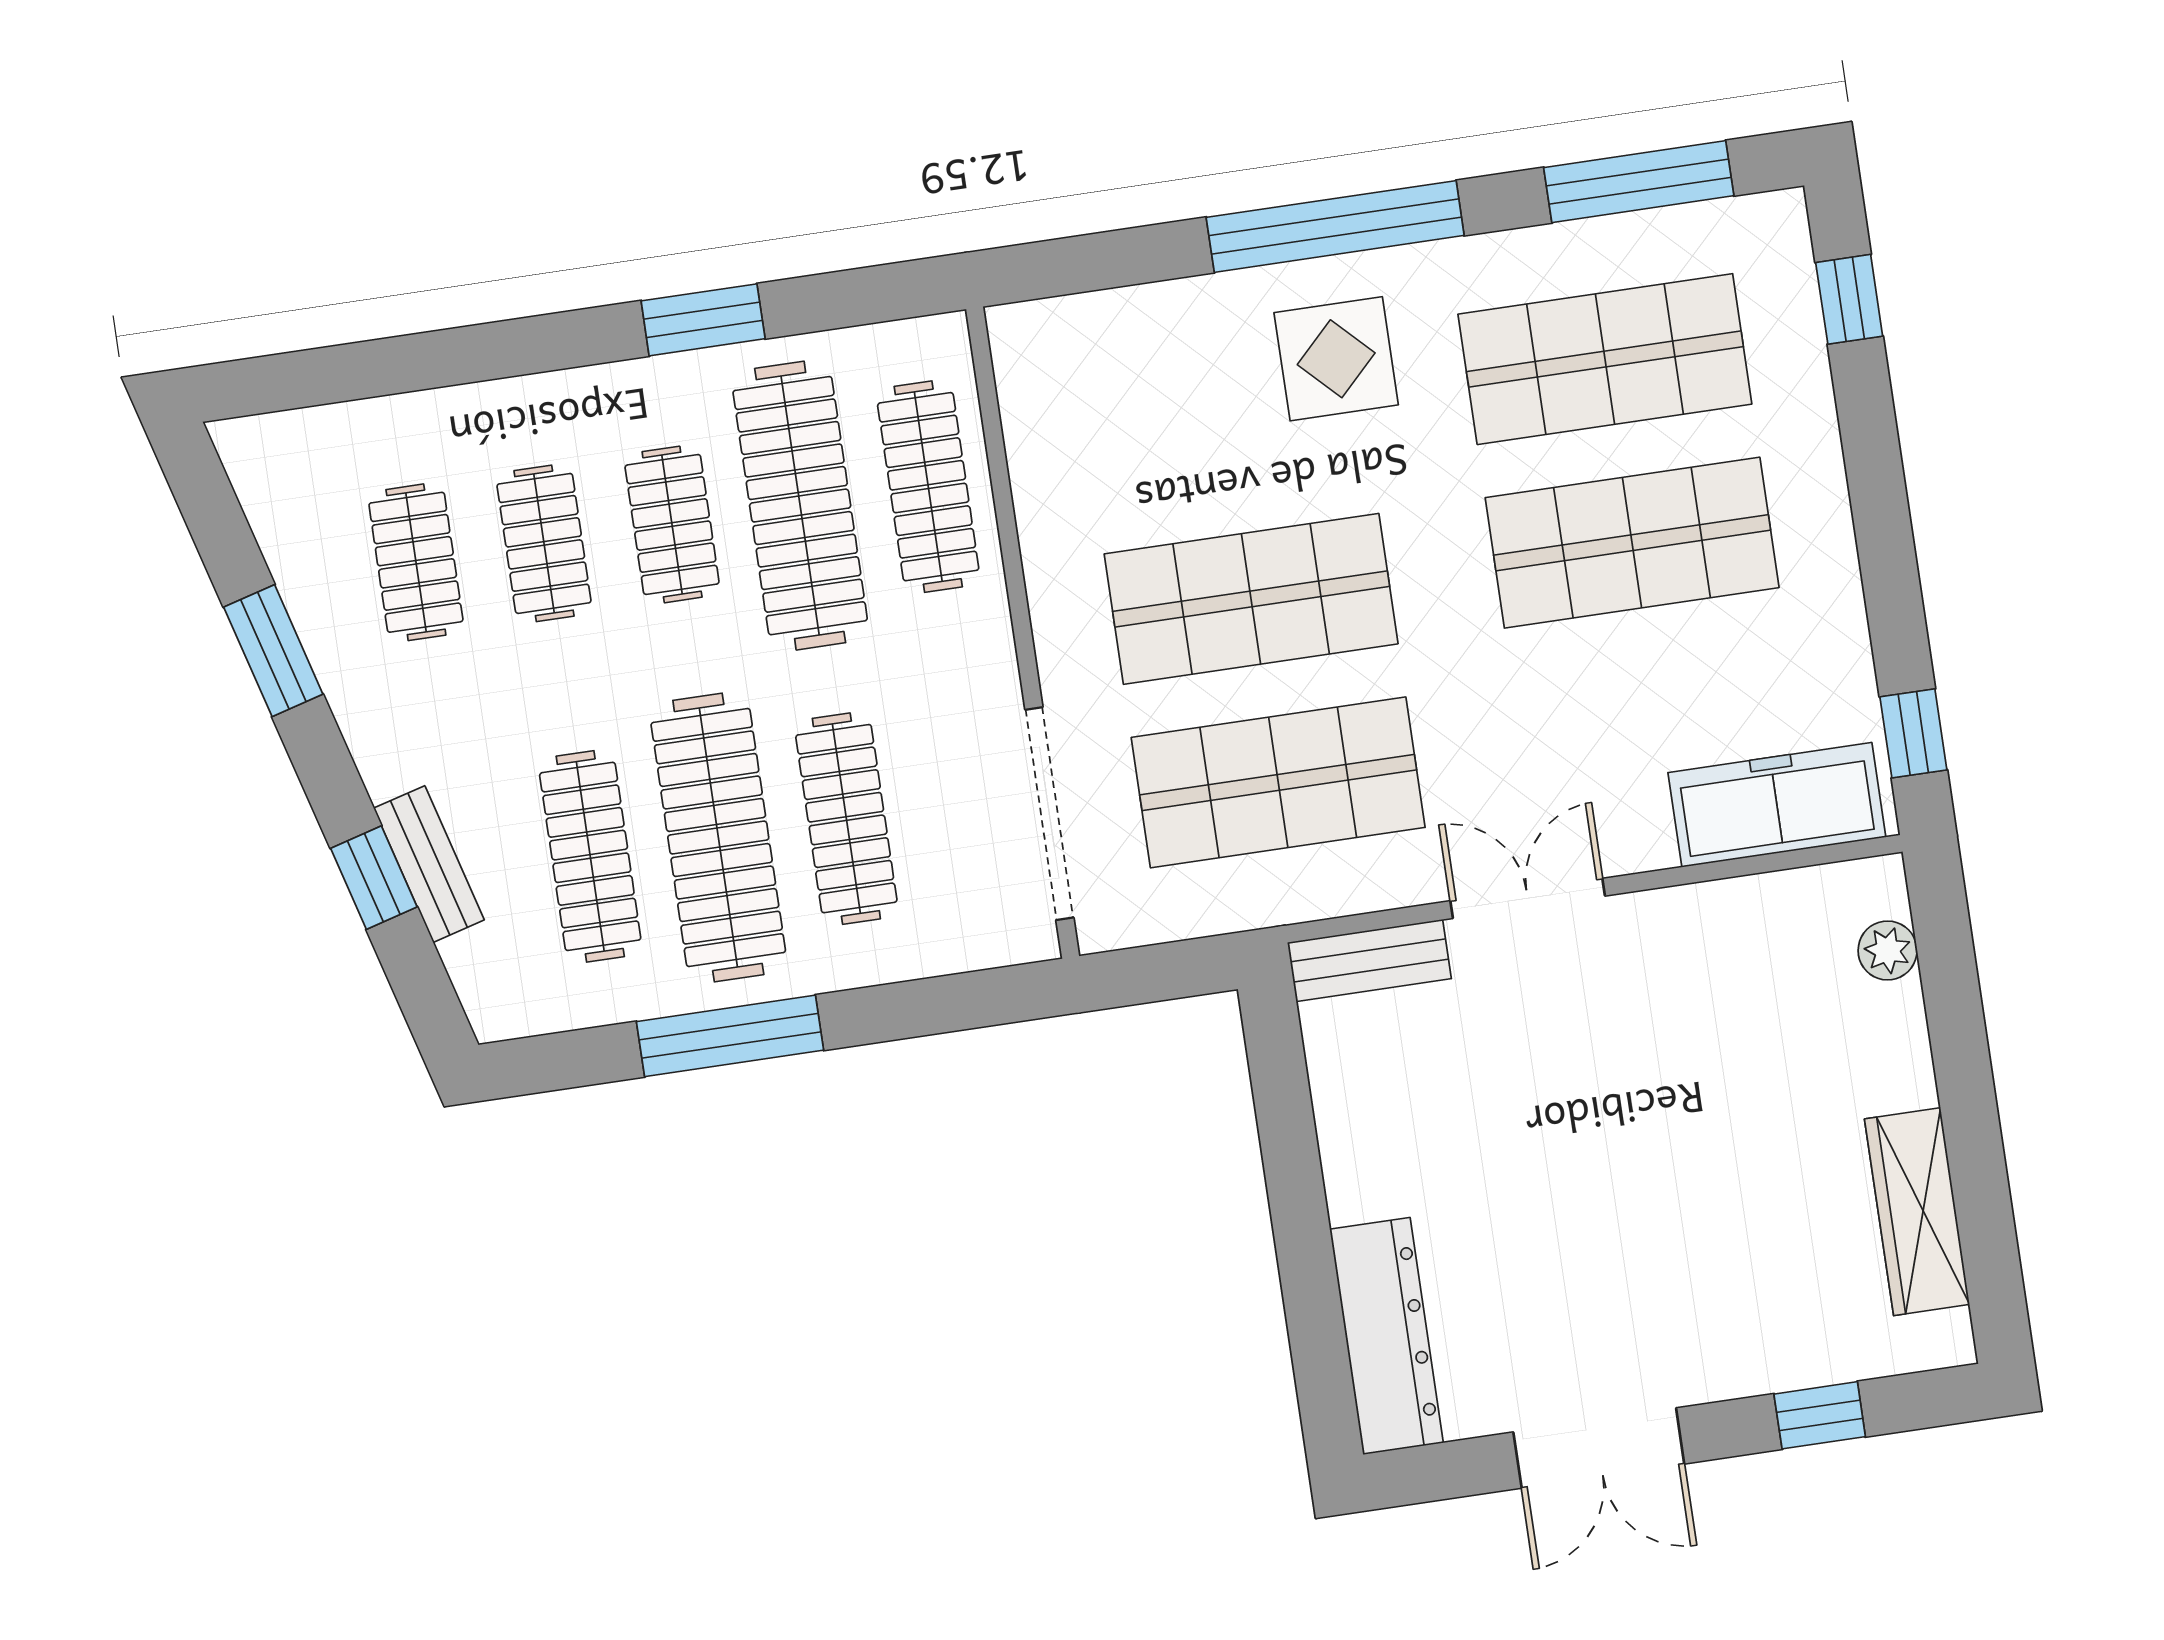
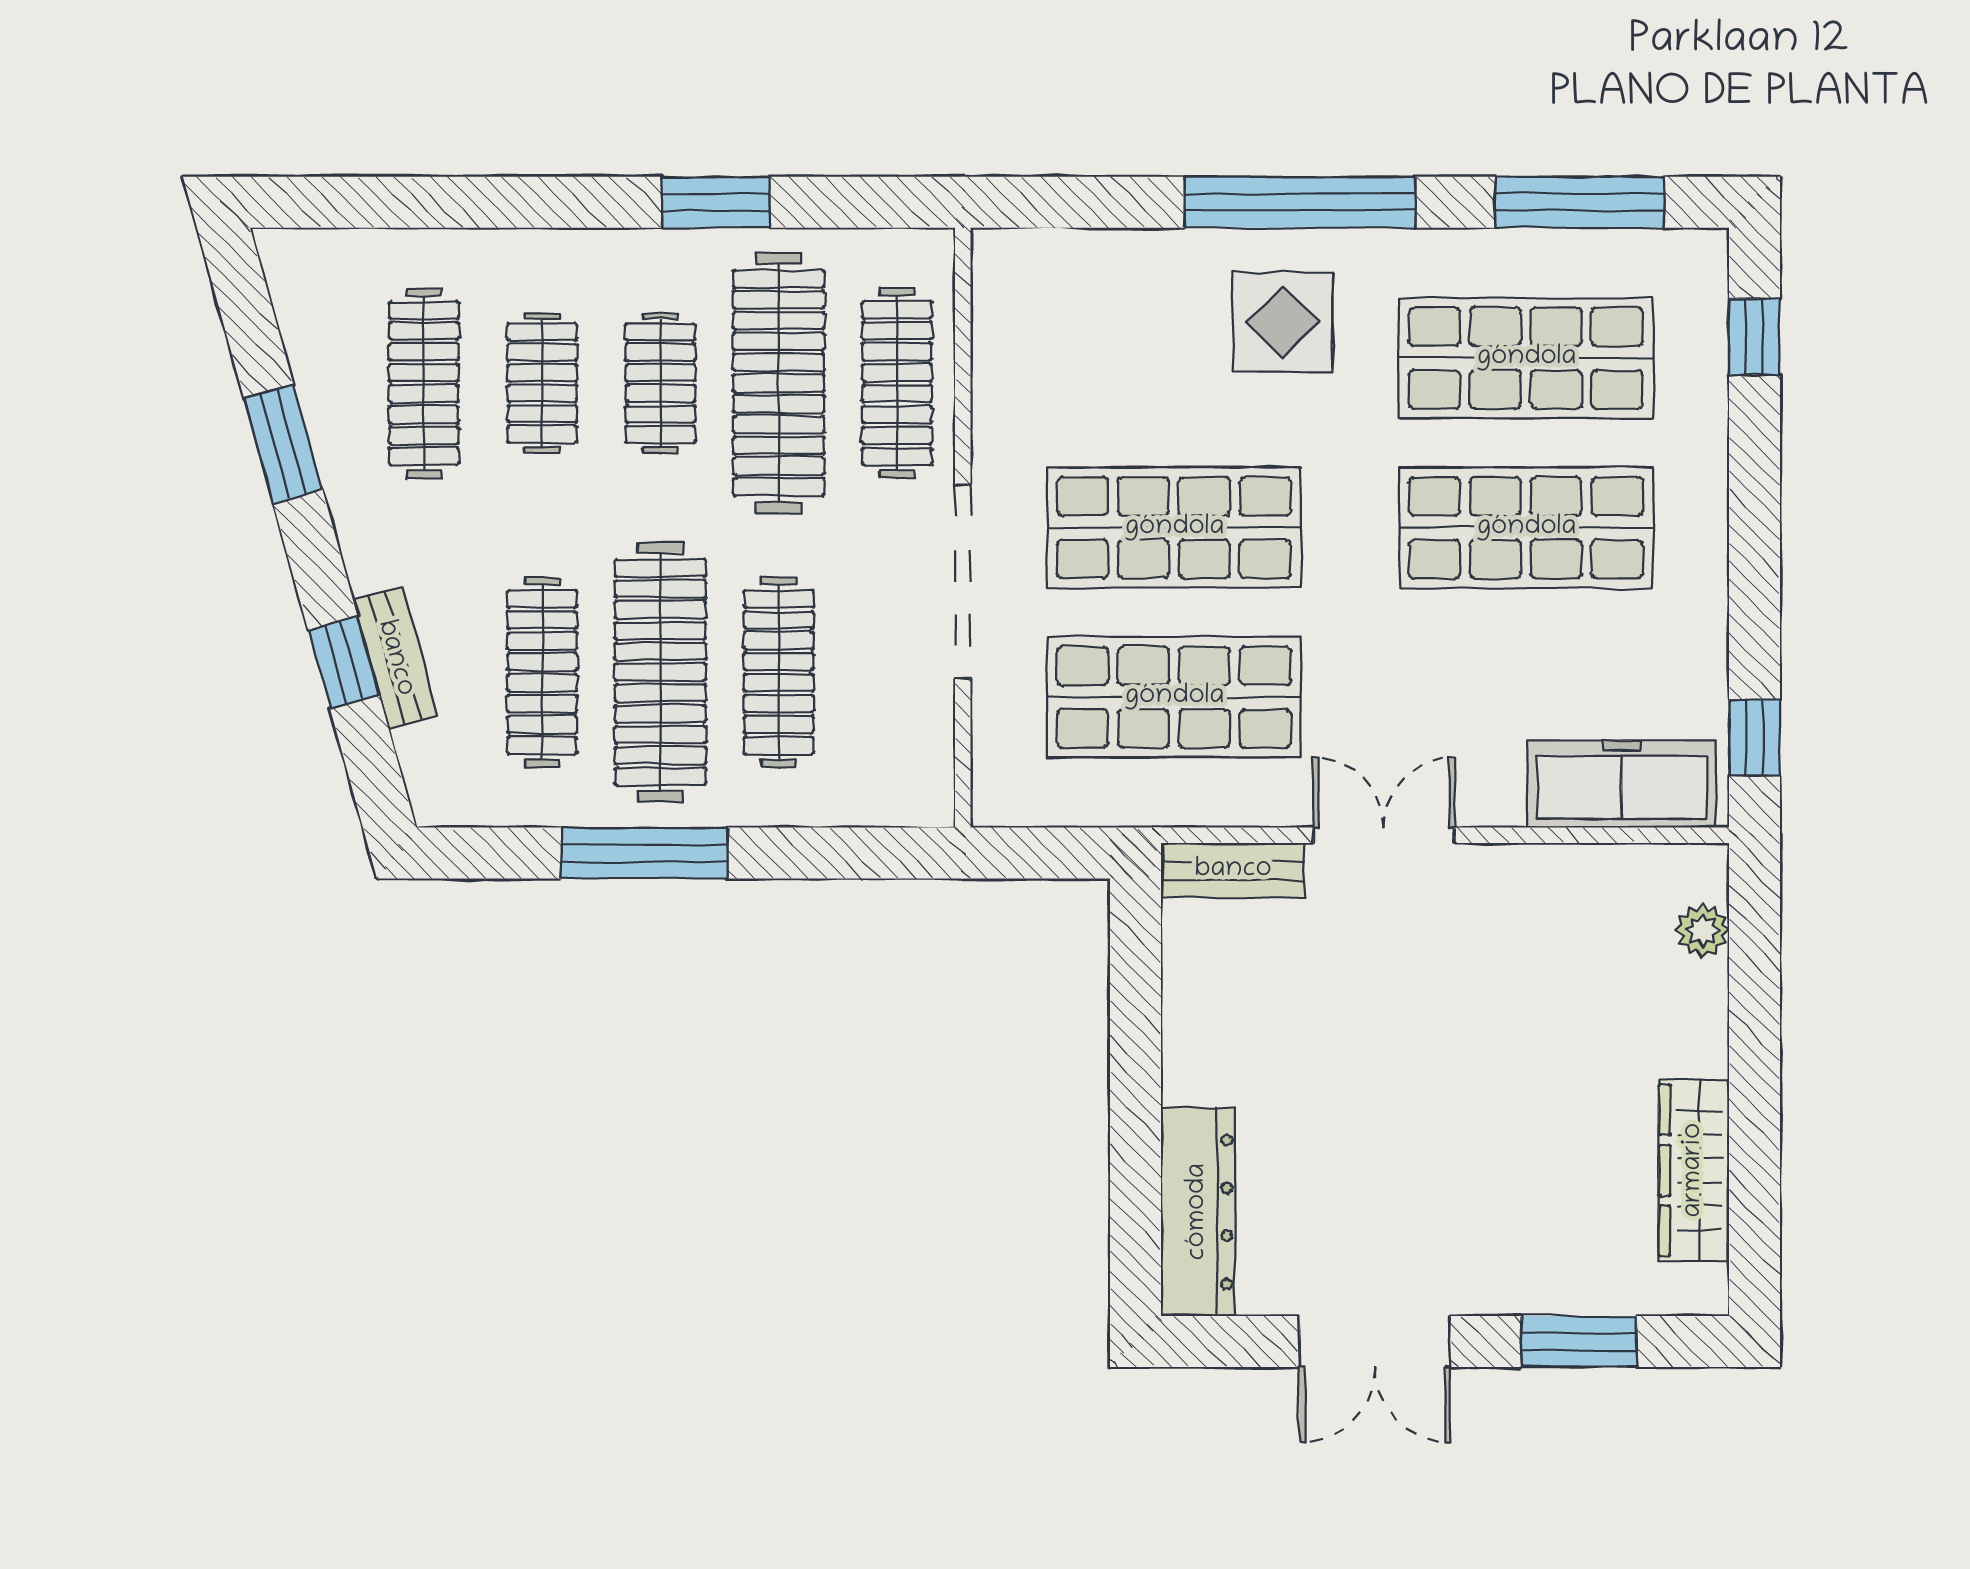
clothes rail: (416, 562) -> (424, 383), width x1.36
doorway: (1049, 814) -> (963, 582), moved
window: (1820, 1415) -> (1579, 1341), width x1.50

